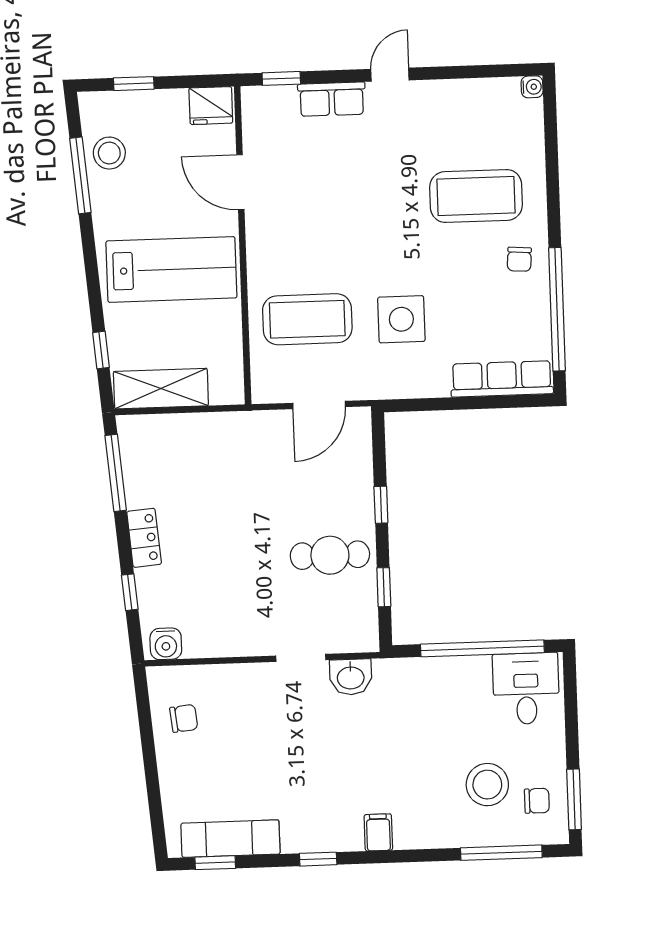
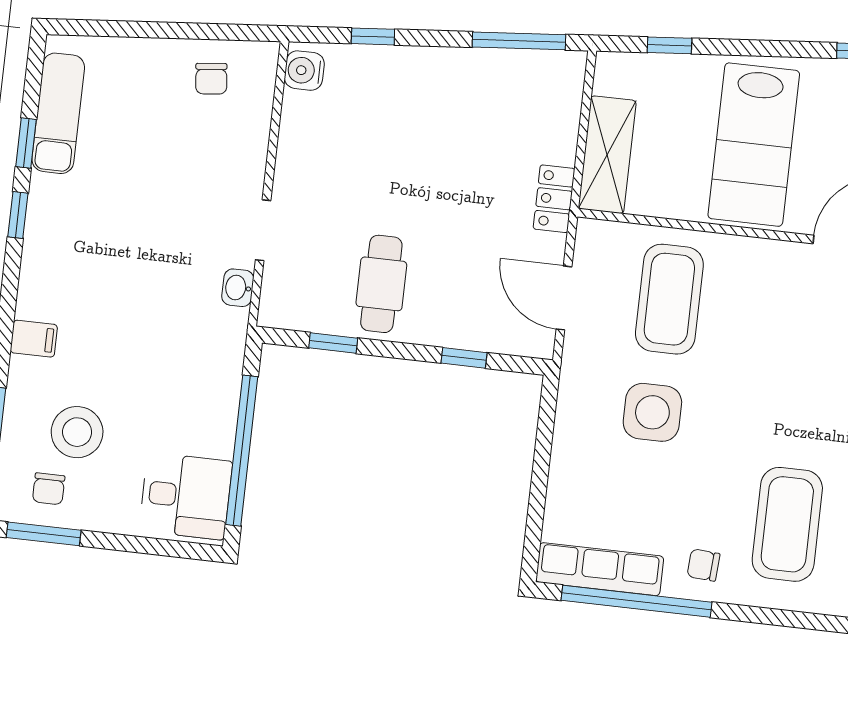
row of seats: (502, 379) -> (600, 569), moved, turned -90
shelving: (161, 389) -> (607, 155), moved
window: (381, 505) -> (464, 358), moved
locker: (144, 538) -> (554, 199), moved, turned 95
washbasin: (351, 677) -> (238, 288), width x0.72, depth x0.69
filing cabinet: (378, 832) -> (34, 339), moved
window: (215, 863) -> (26, 143), moved

